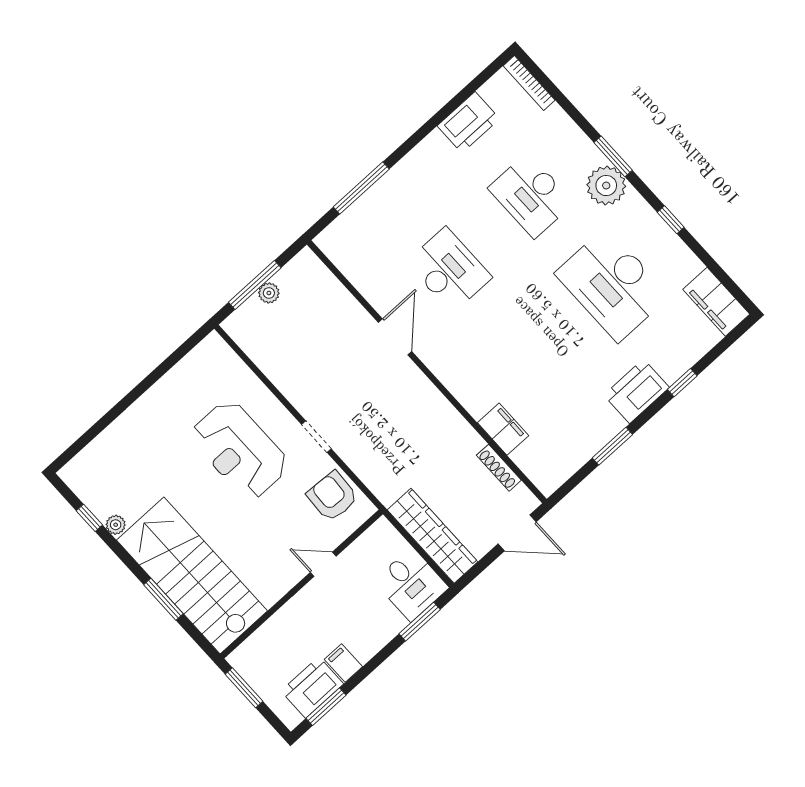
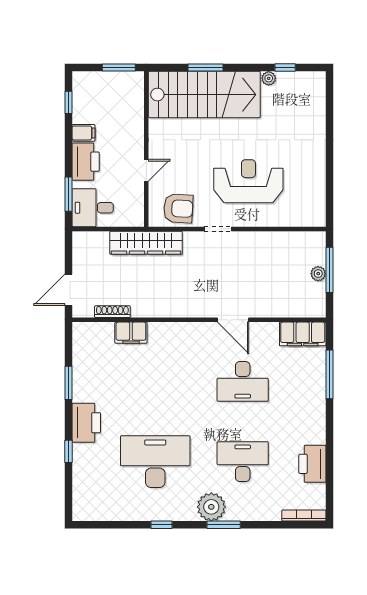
filing cabinet: (716, 302) -> (303, 334), moved, turned 180
wardrobe: (432, 536) -> (146, 243), moved
printer: (312, 687) -> (86, 162), moved
window: (326, 707) -> (68, 102), width x0.67

